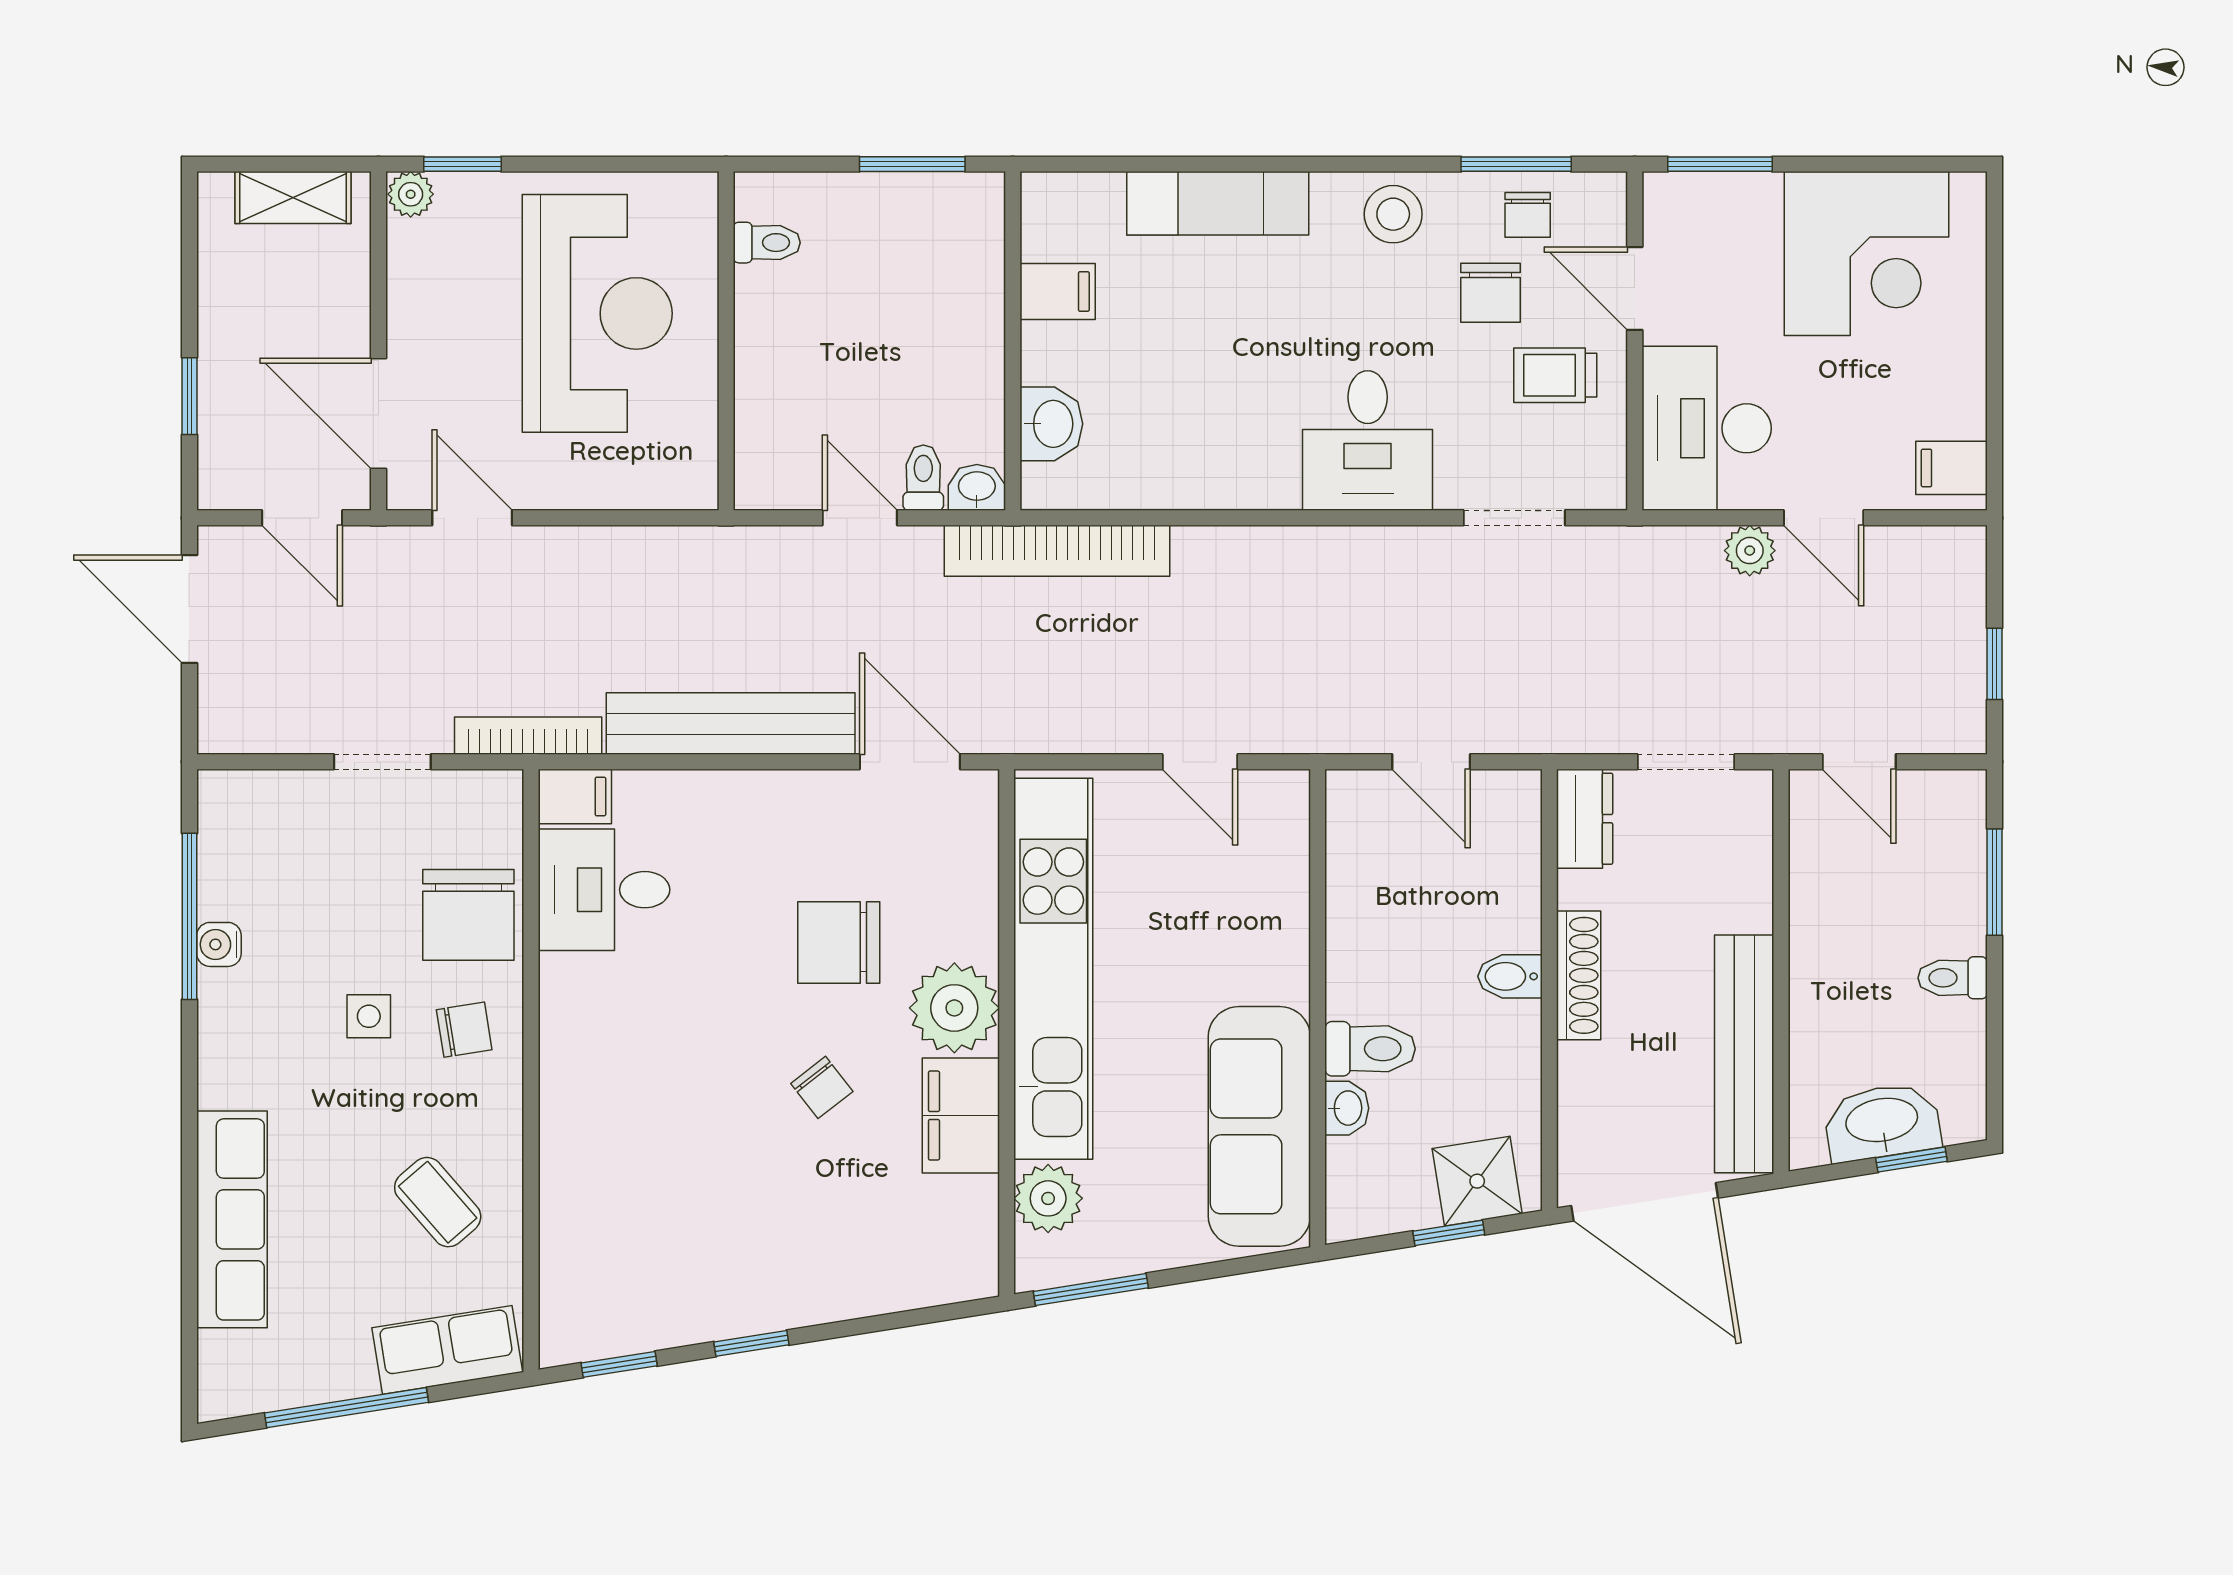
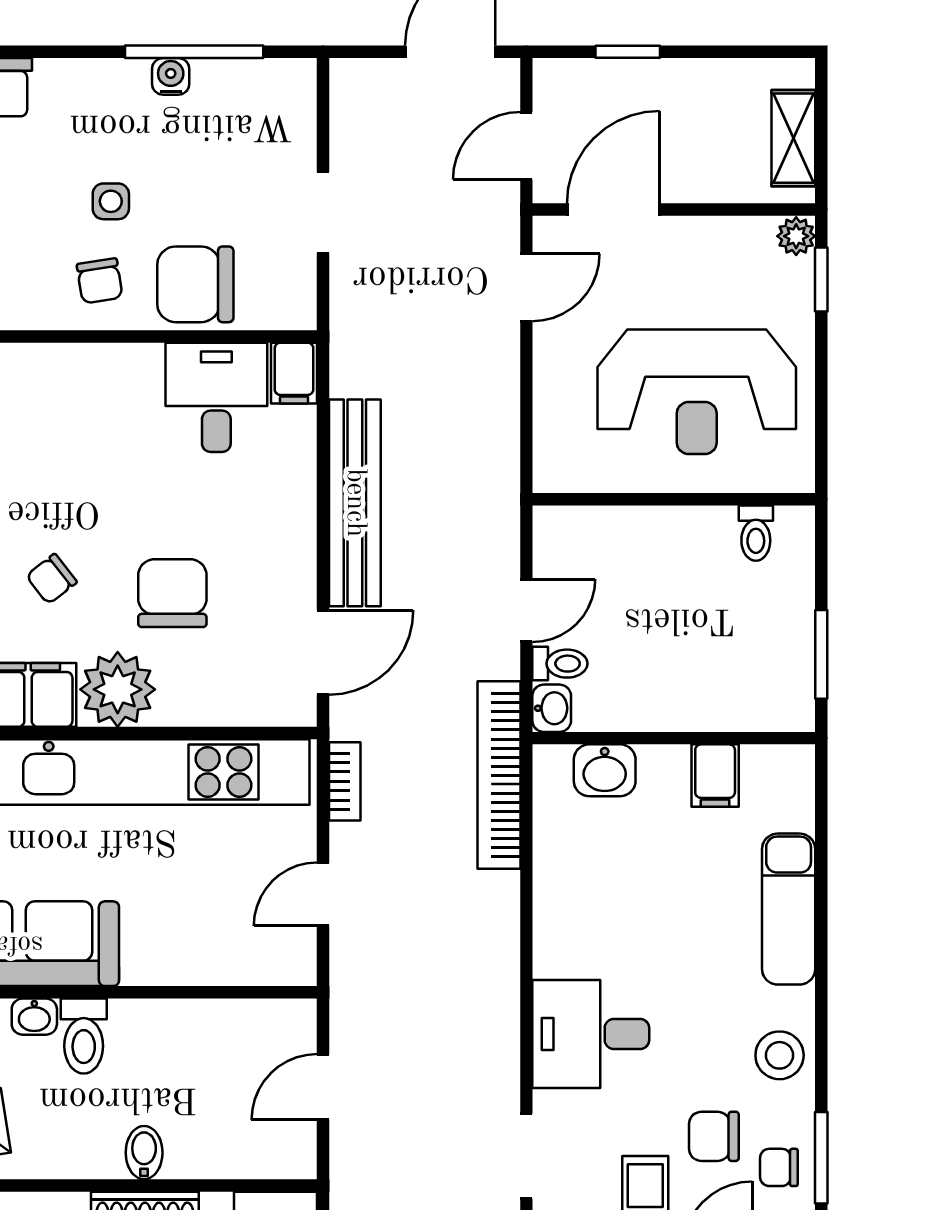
bookcase: (528, 736) -> (345, 781), moved, width x0.64

